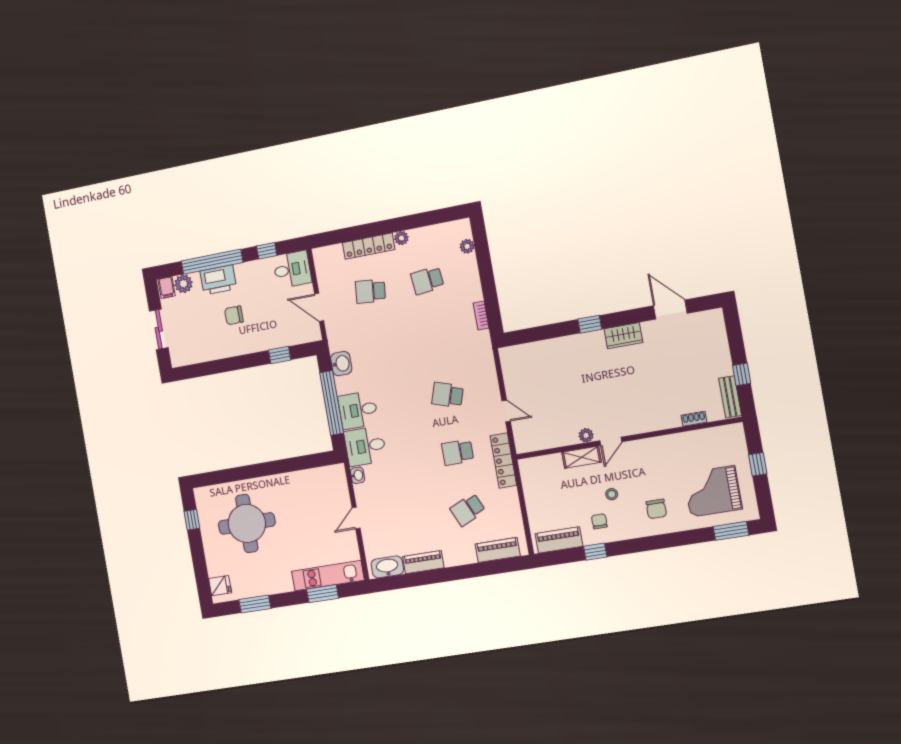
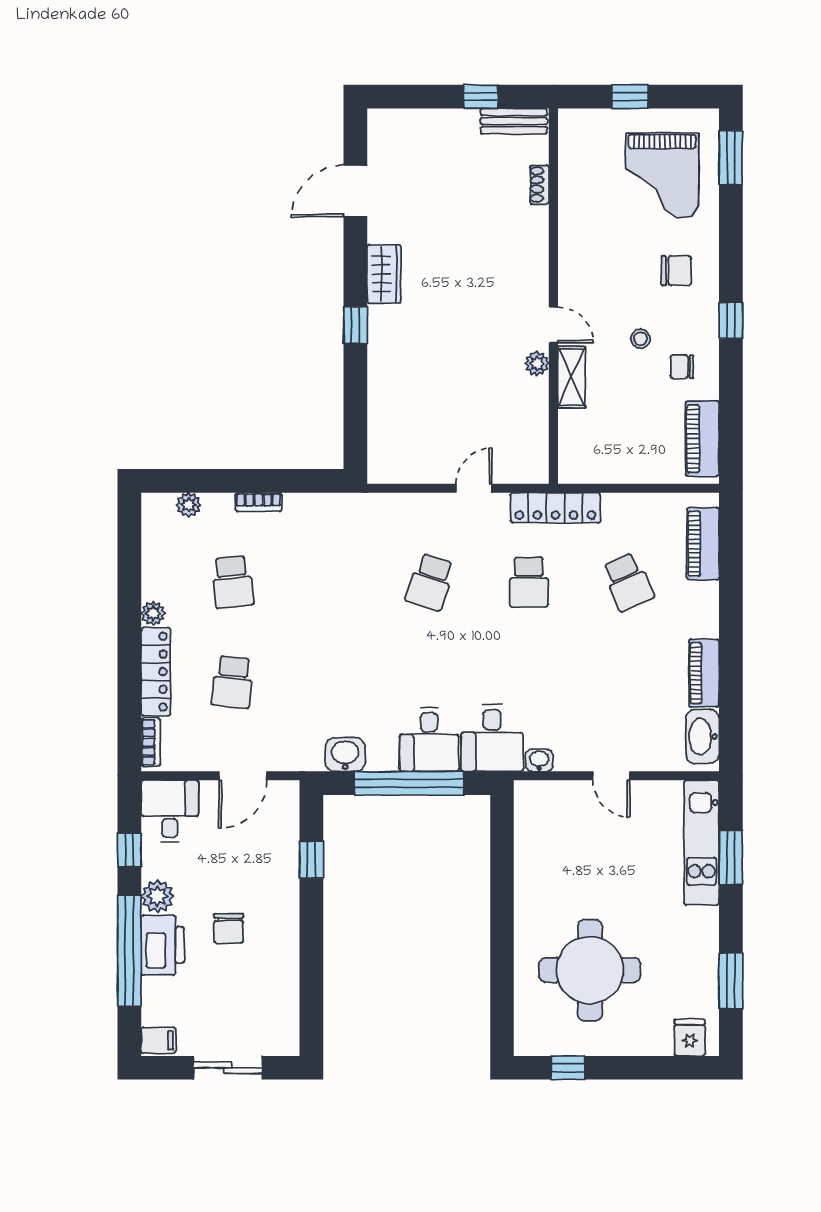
bookcase: (329, 251) -> (151, 742), added
plant: (183, 284) -> (158, 896), moved
bookcase: (481, 315) -> (259, 502), moved
window: (595, 552) -> (731, 321), moved

